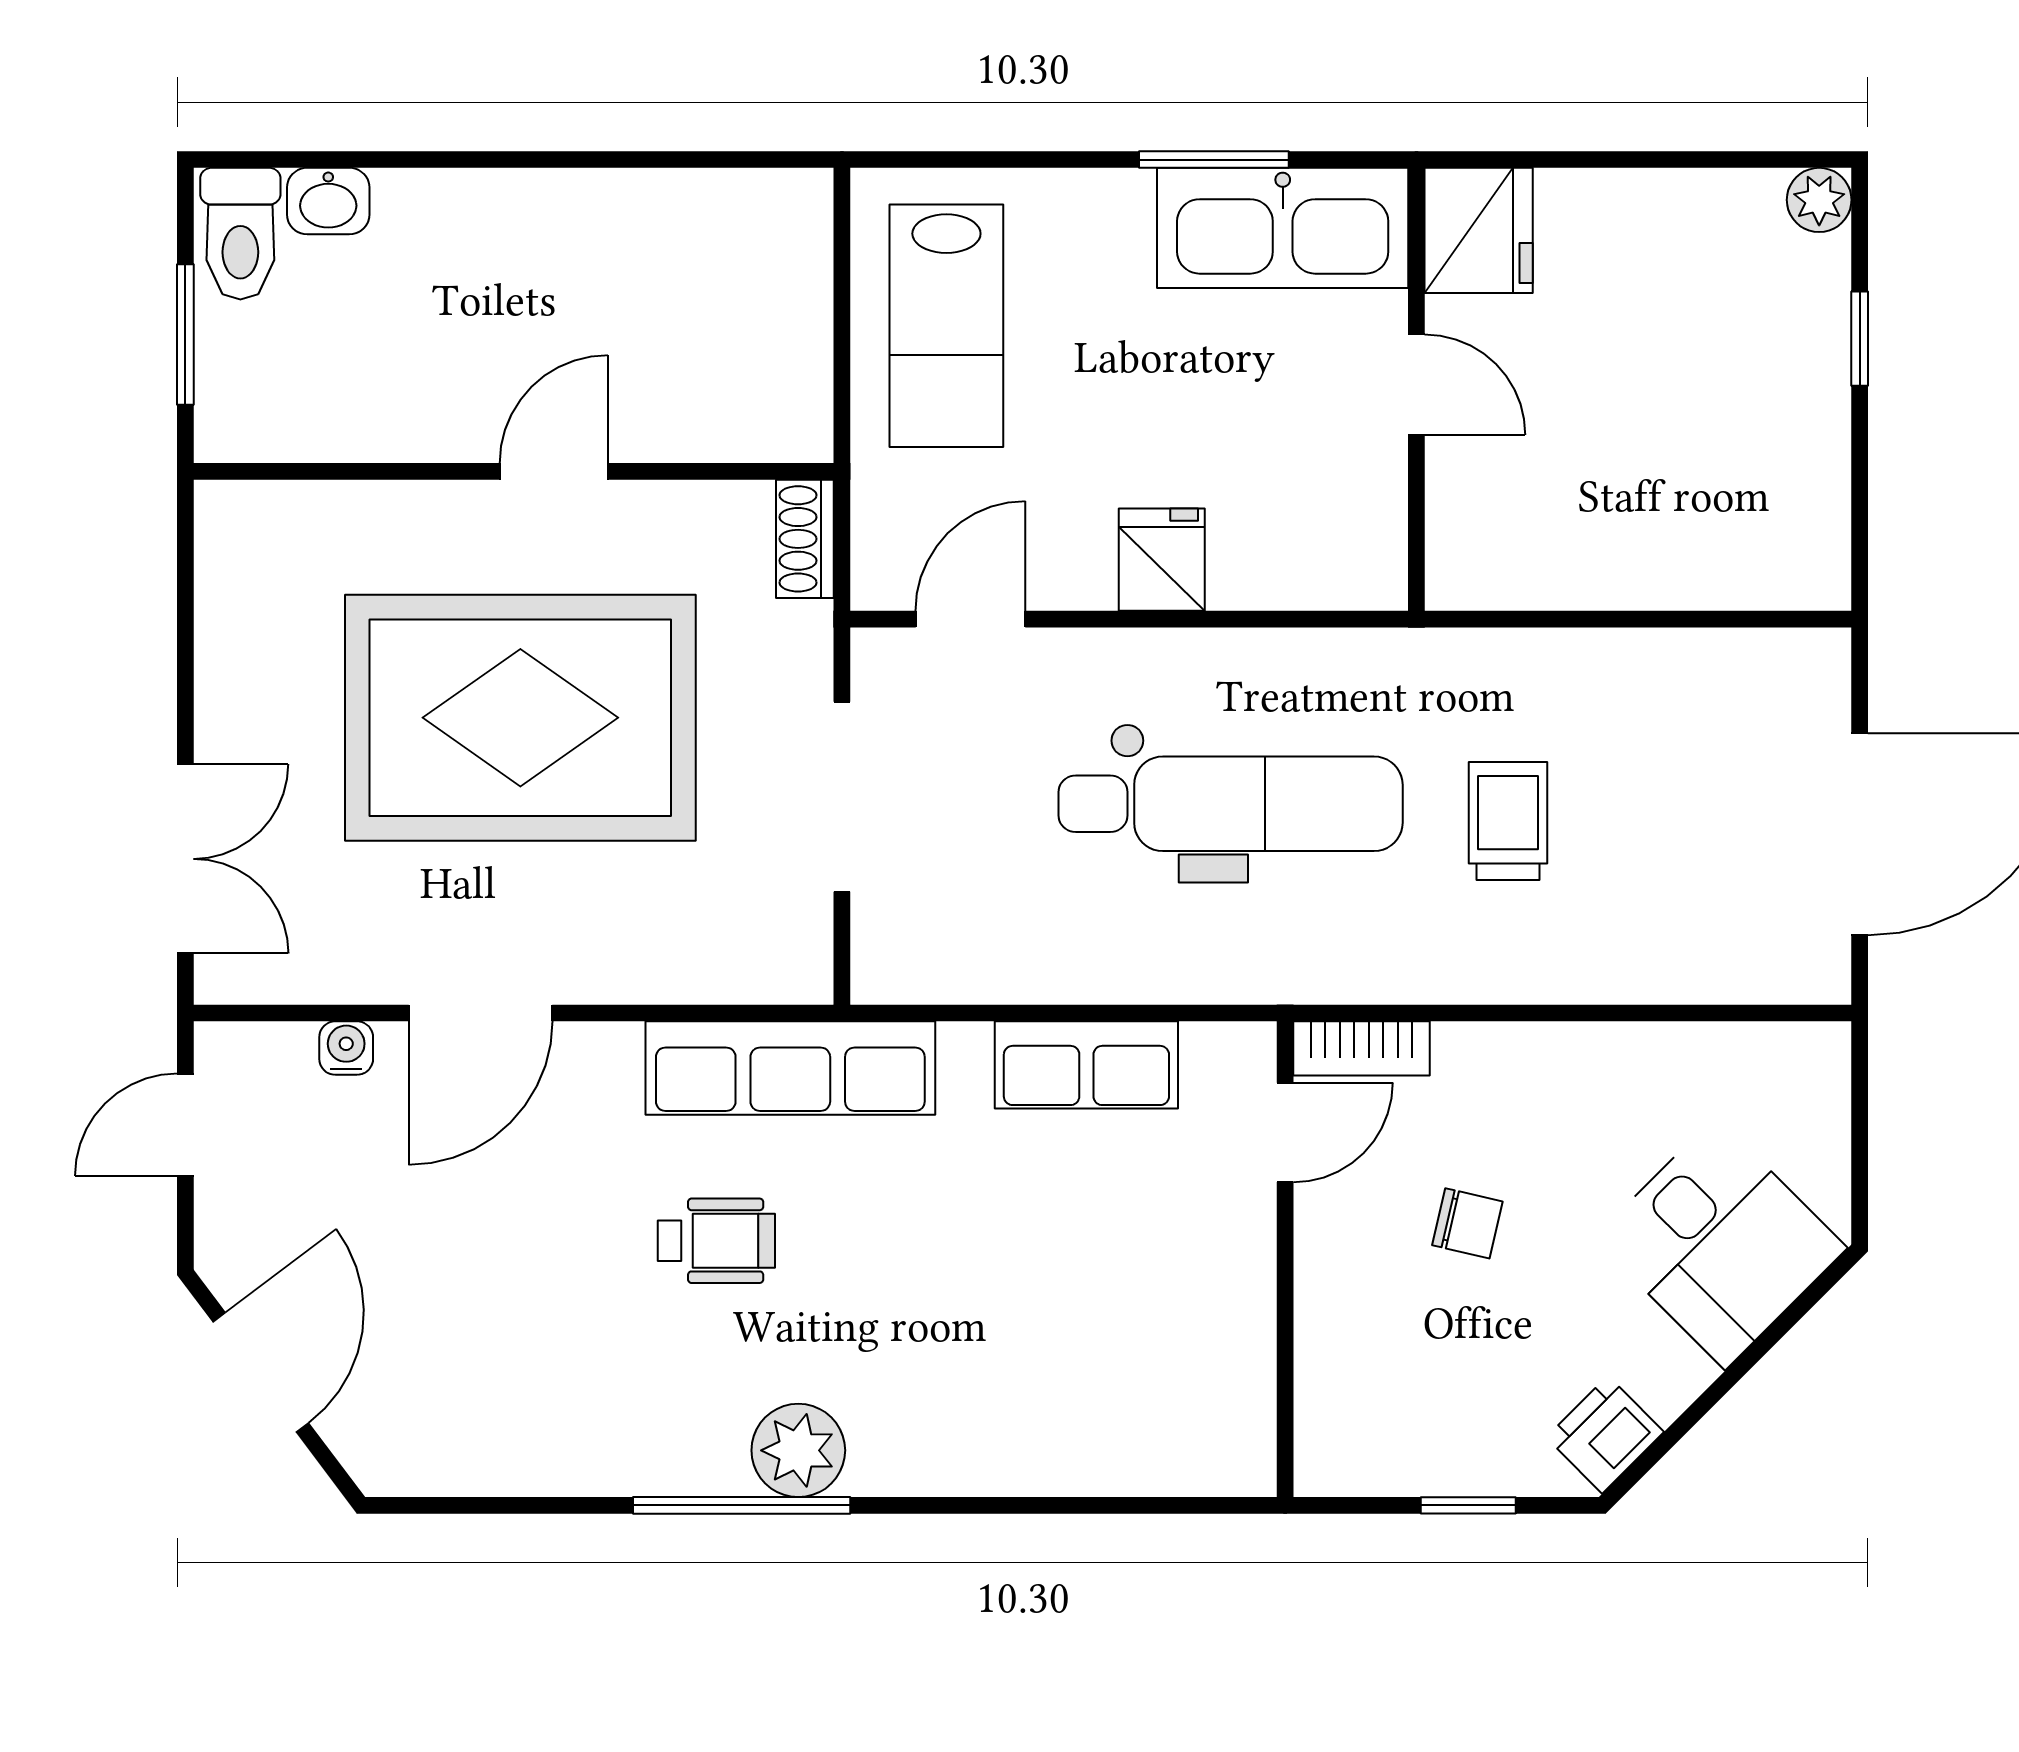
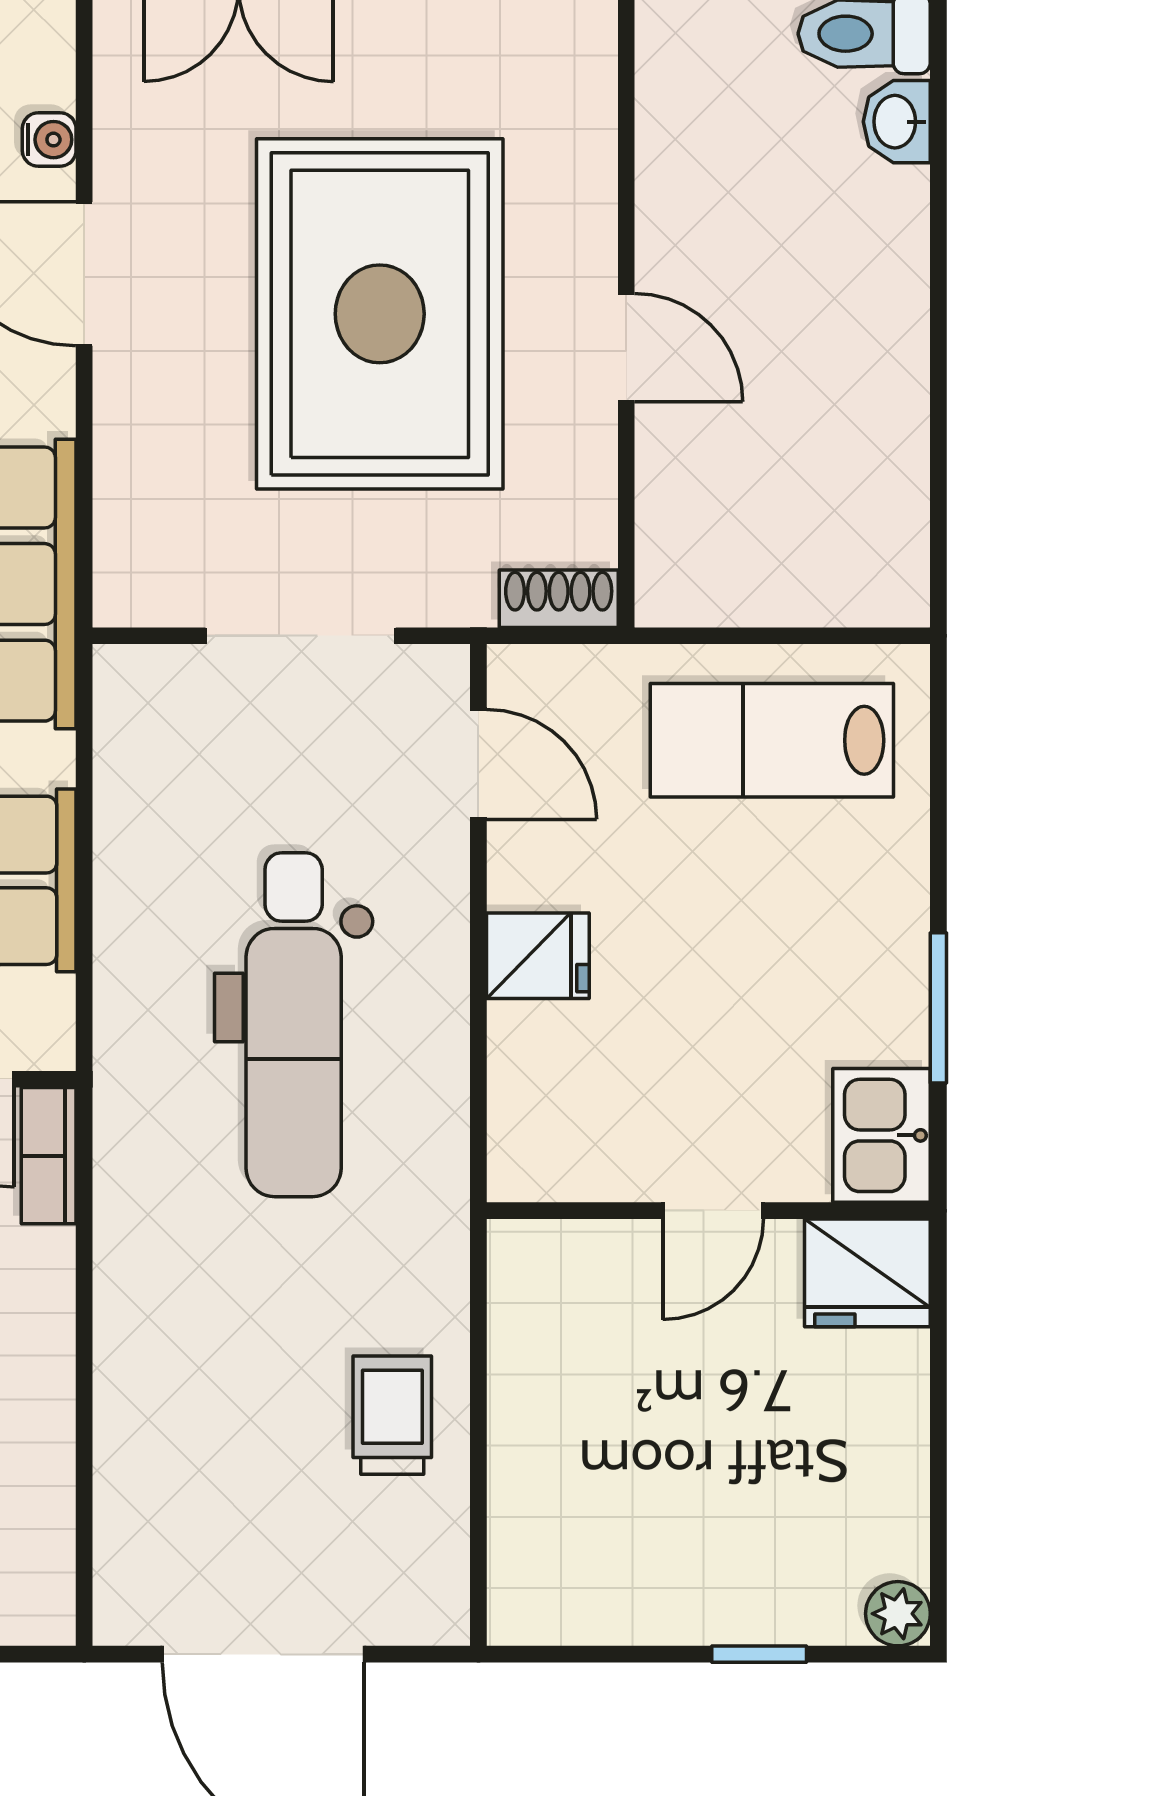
kitchen sink: (1283, 228) -> (882, 1135), width x0.53, depth x0.81
trolley: (1508, 821) -> (392, 1415), moved, turned -90

